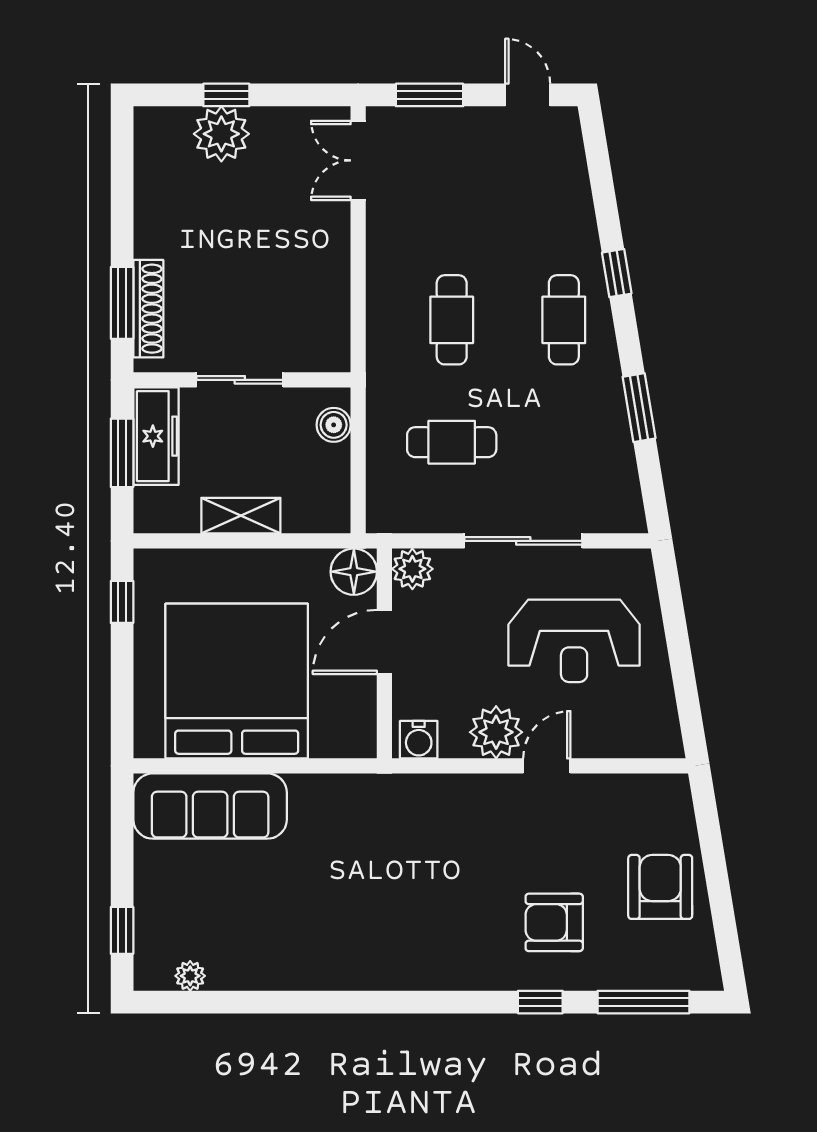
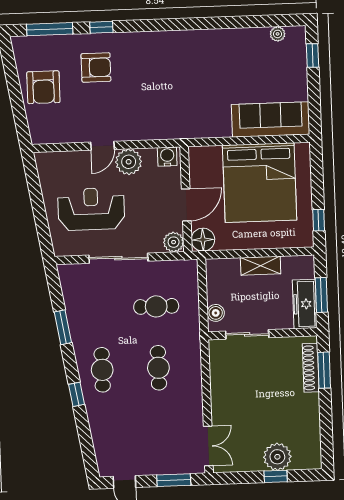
sliding door: (240, 380) -> (247, 334), moved

